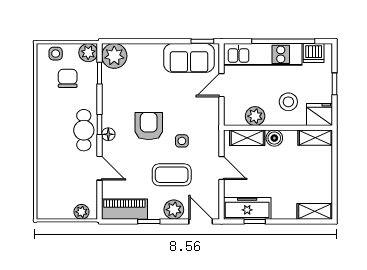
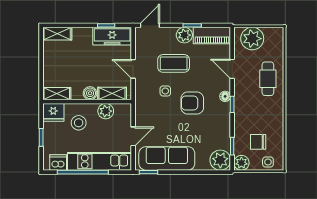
sofa: (189, 58) -> (167, 158), width x1.36
chair: (68, 78) -> (258, 142), turned 90
armchair: (149, 126) -> (192, 103), turned 90
cafe table: (84, 130) -> (268, 79), moved
plant: (174, 210) -> (184, 35), moved
plant: (82, 212) -> (252, 39), width x1.87, depth x1.87
door: (201, 221) -> (150, 25), swing flipped

